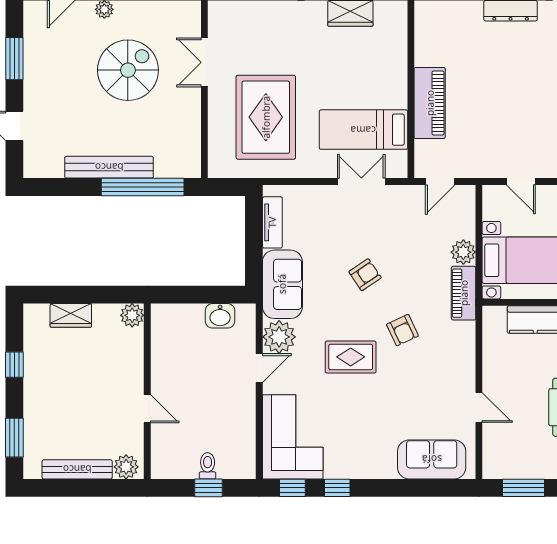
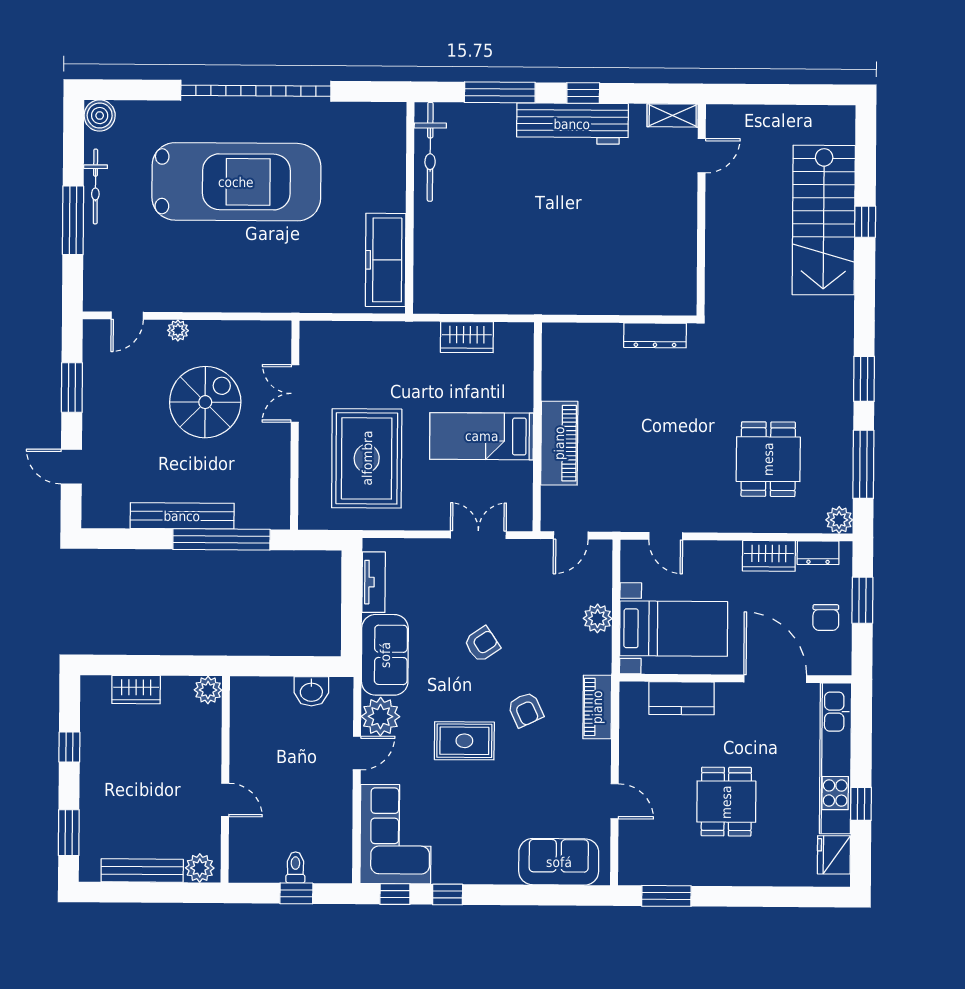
bed: (363, 130) -> (482, 436), moved
piano: (464, 293) -> (597, 707), moved

